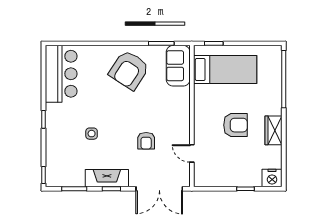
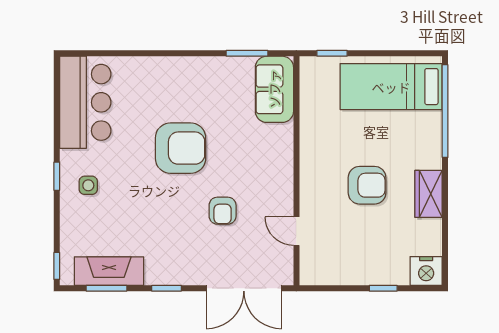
armchair: (129, 70) -> (181, 148), moved, turned -123
bed: (225, 70) -> (391, 87), moved, turned 180
side table: (92, 134) -> (88, 185), moved
fireplace: (107, 178) -> (109, 271), moved

